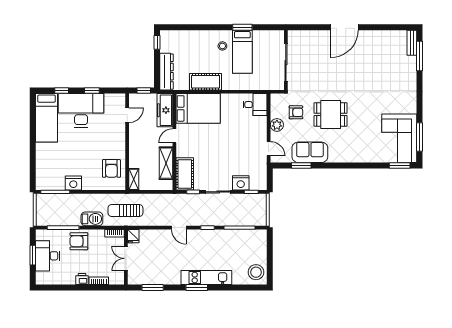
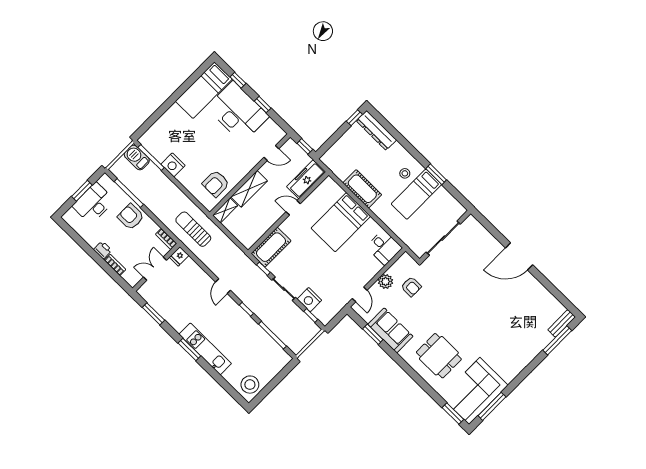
dresser: (166, 72) -> (376, 130), moved, turned 90
bed: (198, 108) -> (341, 222), moved, turned 90
dining table: (331, 114) -> (439, 356), moved
shelving: (166, 163) -> (249, 189), moved
barbecue: (92, 219) -> (137, 157), moved, turned 180

